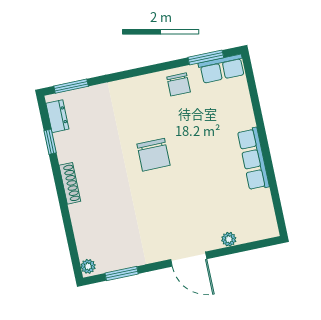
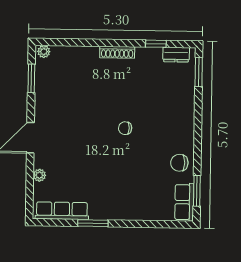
chair: (153, 155) -> (125, 128), width x0.54, depth x0.54
row of seats: (253, 159) -> (62, 211), moved
window: (269, 167) -> (93, 223), added

